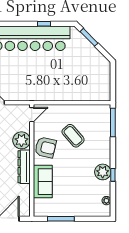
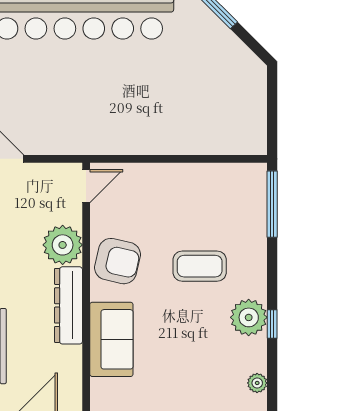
coffee table: (73, 136) -> (200, 266), moved, turned -49

